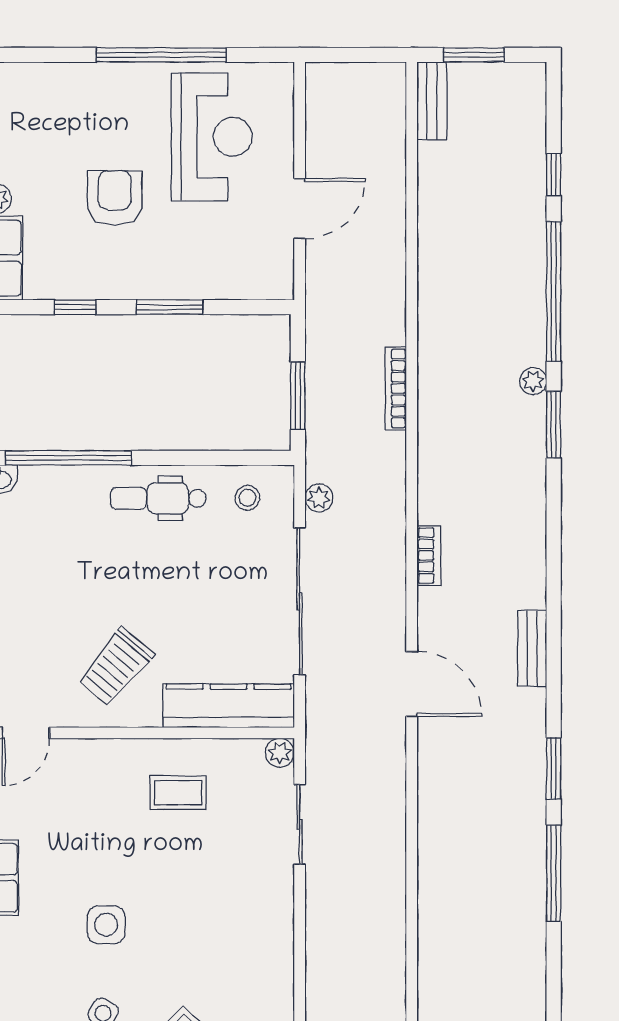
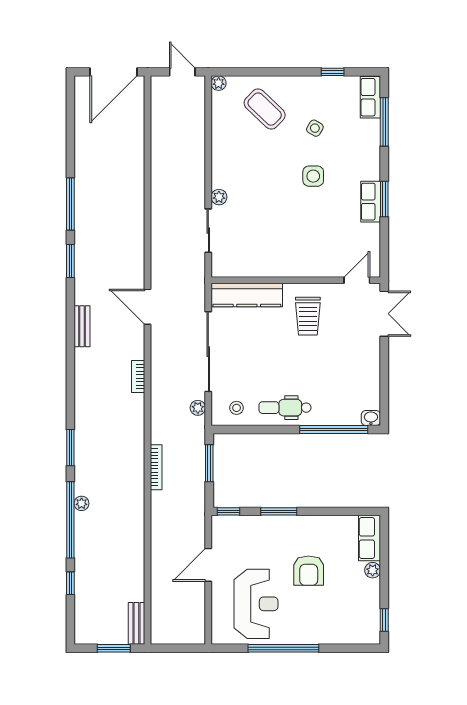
reception desk: (212, 137) -> (256, 604), turned 180
window: (75, 307) -> (229, 511), moved
plant: (533, 381) -> (82, 503), moved
dental chair: (158, 498) -> (285, 408), turned 180
trolley: (116, 667) -> (308, 316), turned 140
plant: (280, 753) -> (219, 197), moved
coffee table: (178, 793) -> (274, 248), removed

